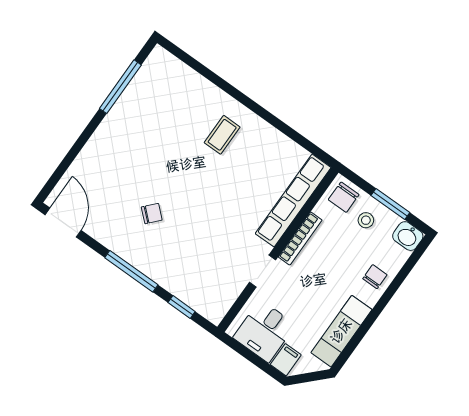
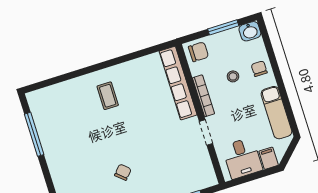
chair: (344, 197) -> (198, 52), turned -90
stool: (366, 220) -> (233, 76), moved

